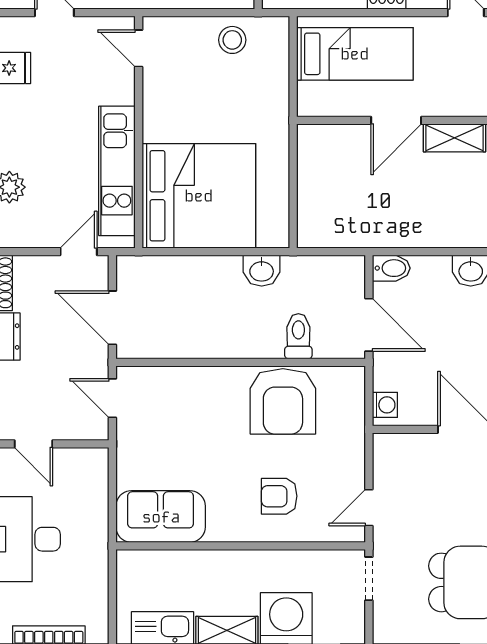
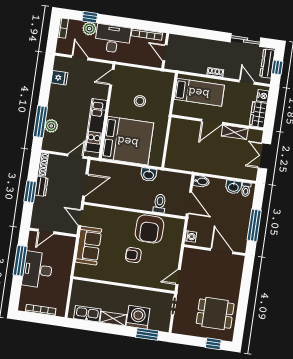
stool: (232, 40) -> (140, 101), moved
door: (139, 48) -> (112, 77), hinge flipped
door: (112, 318) -> (85, 185), swing flipped
door: (34, 444) -> (46, 231), hinge flipped
armchair: (279, 496) -> (133, 255), moved
sofa: (161, 517) -> (89, 246), moved, turned 90

